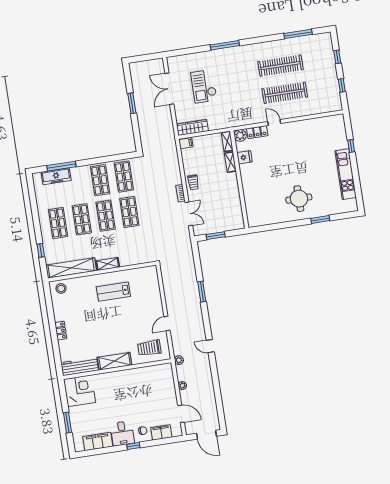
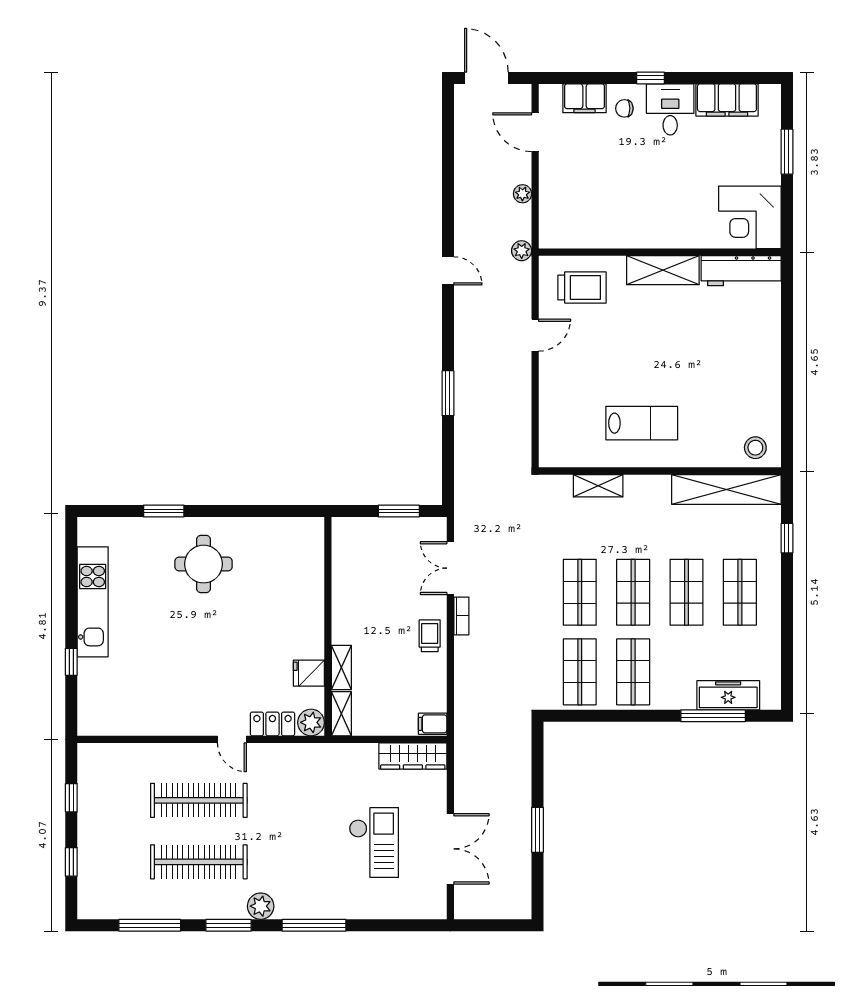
window: (263, 39) -> (228, 925), added
plant: (250, 50) -> (261, 906), added
shelving: (108, 264) -> (598, 486), moved
locker: (61, 331) -> (770, 355), removed

